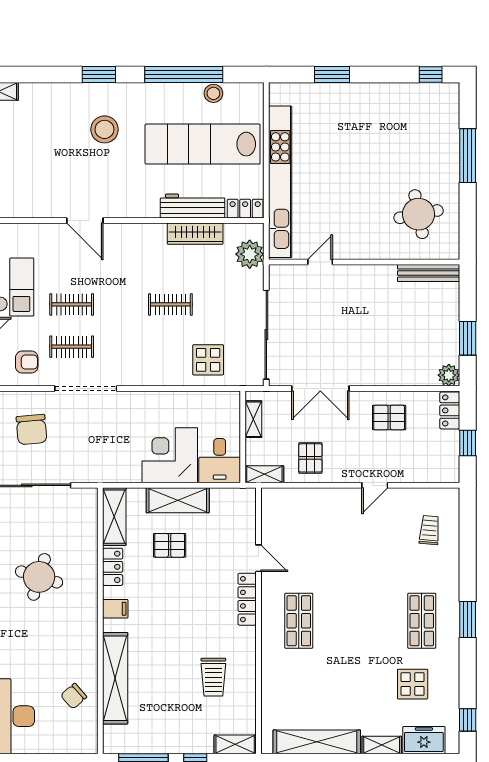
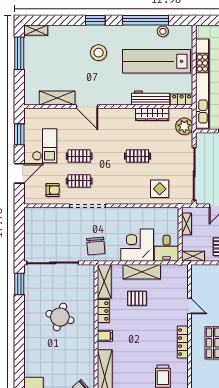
shelving: (34, 206) -> (57, 98), added
chair: (32, 430) -> (96, 246), moved
locker: (247, 599) -> (183, 342), moved

